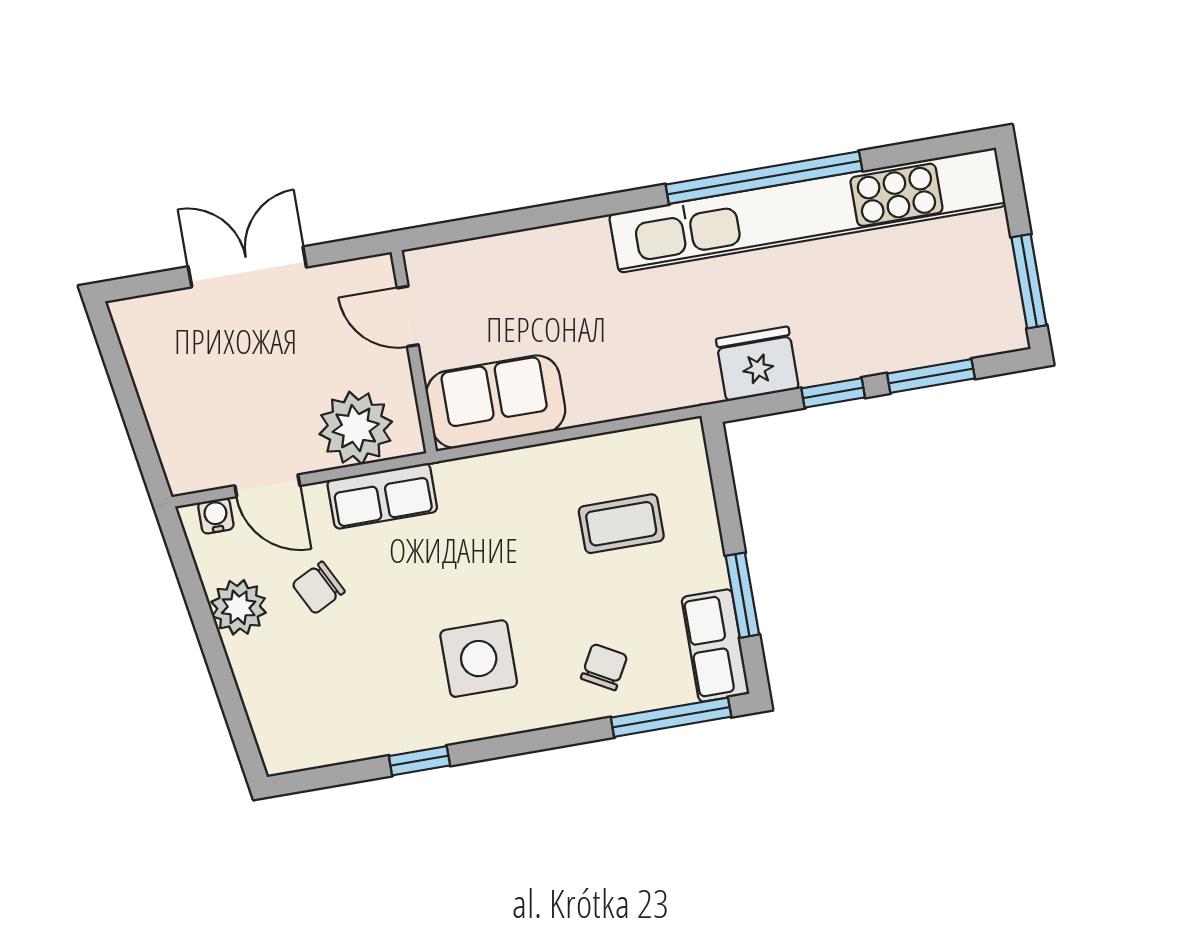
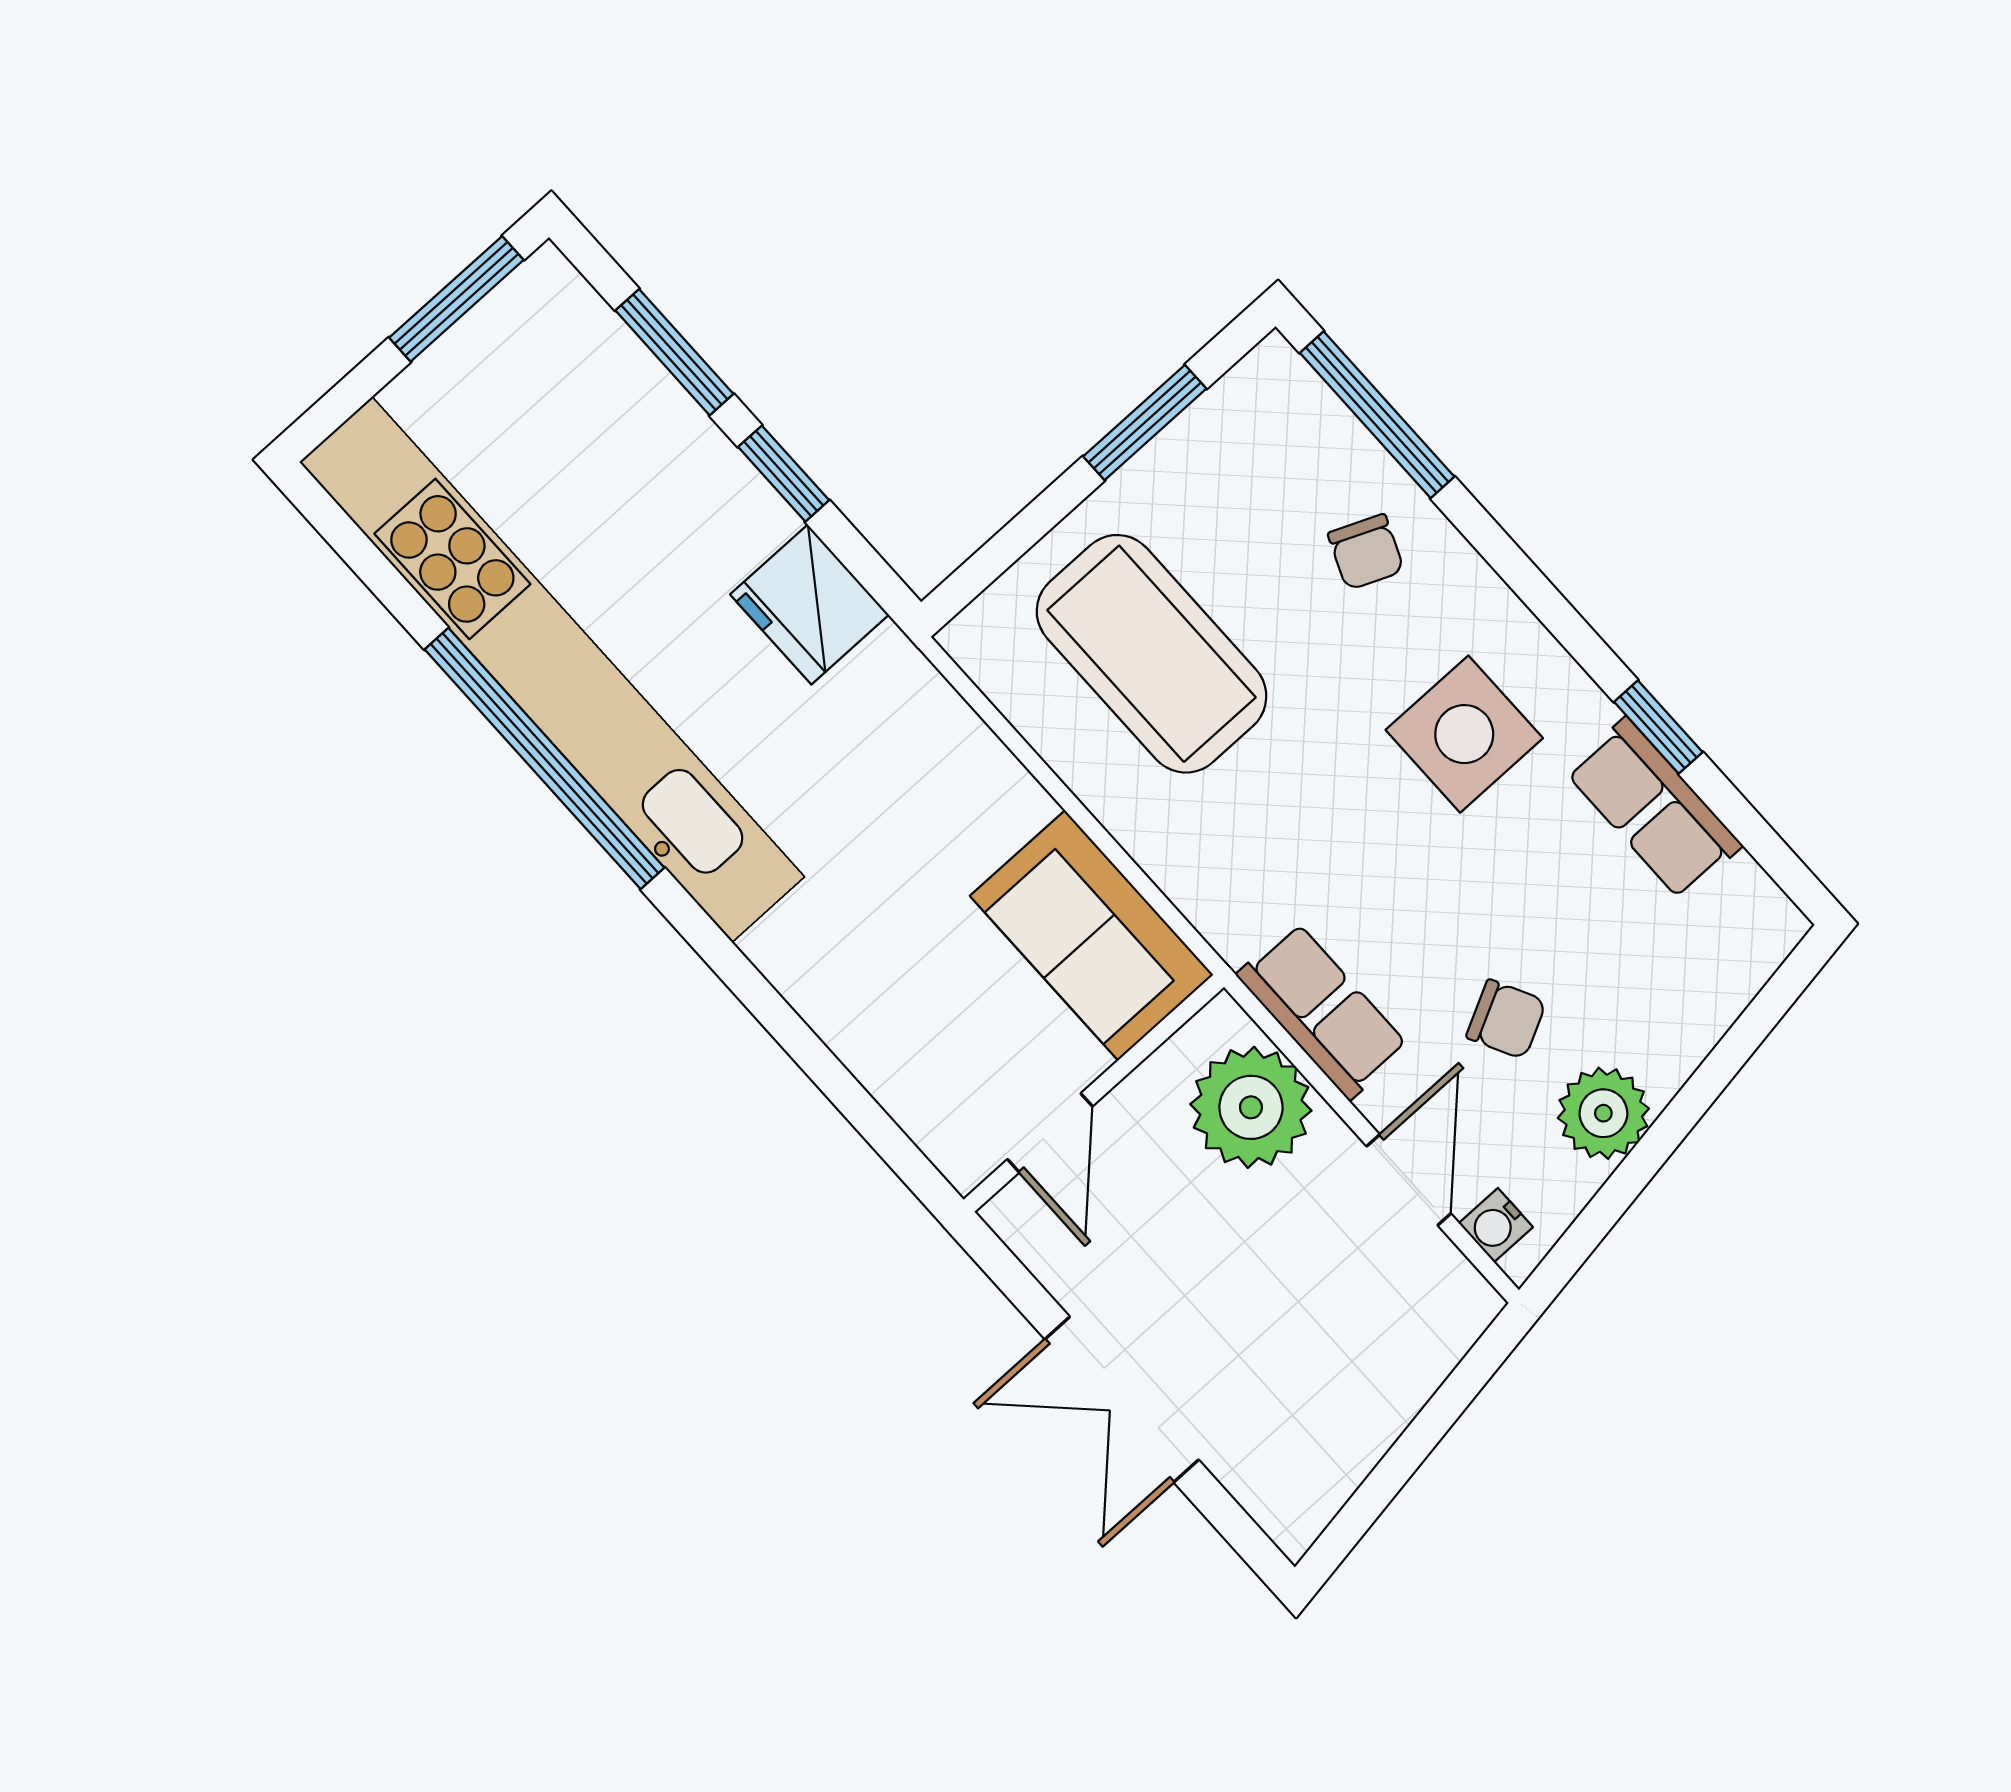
coffee table: (621, 524) -> (1152, 654), width x1.86, depth x1.72
row of seats: (715, 645) -> (1654, 809), moved, turned 90
chair: (604, 667) -> (1366, 552), turned -96

